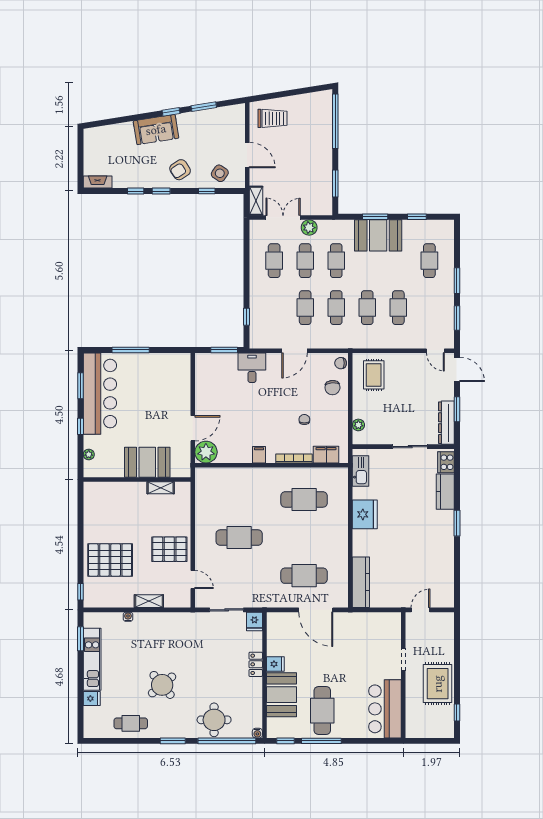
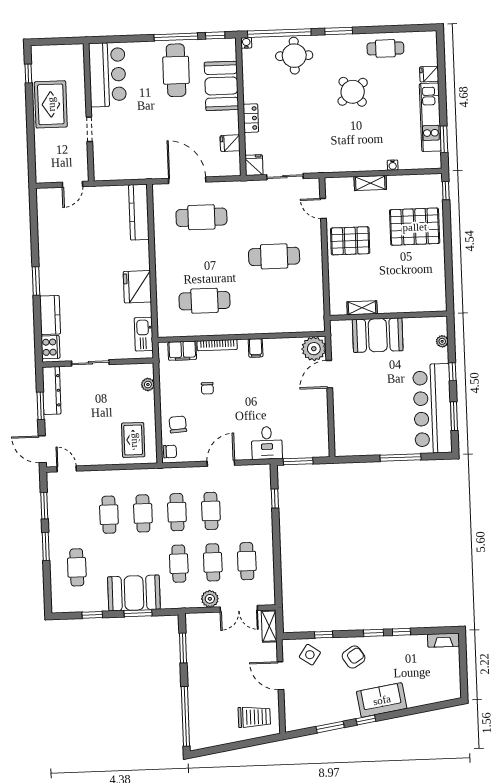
trolley: (273, 118) -> (254, 717), turned 180
fridge: (275, 664) -> (230, 143), moved

